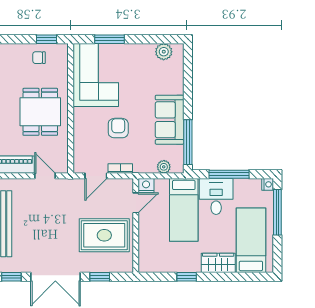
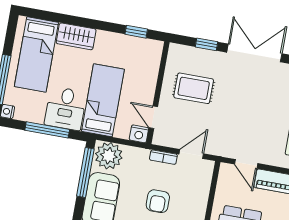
plant: (164, 167) -> (109, 156), width x1.87, depth x1.87
door: (136, 203) -> (153, 117), hinge flipped
rug: (104, 235) -> (194, 88), width x0.73, depth x0.70
window: (187, 277) -> (136, 32), moved

